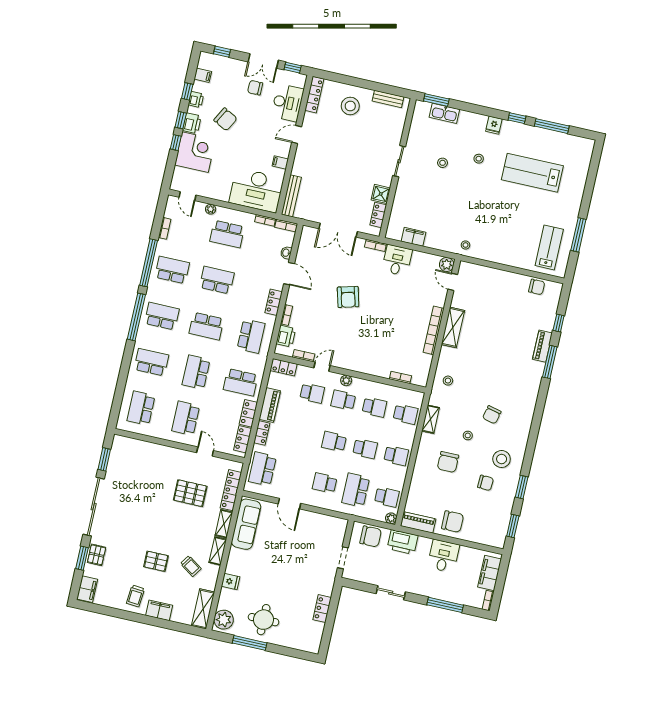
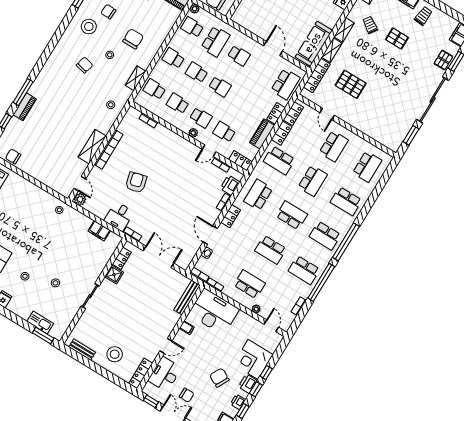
armchair: (348, 297) -> (136, 182), moved
school desk: (241, 382) -> (279, 160), turned 180

